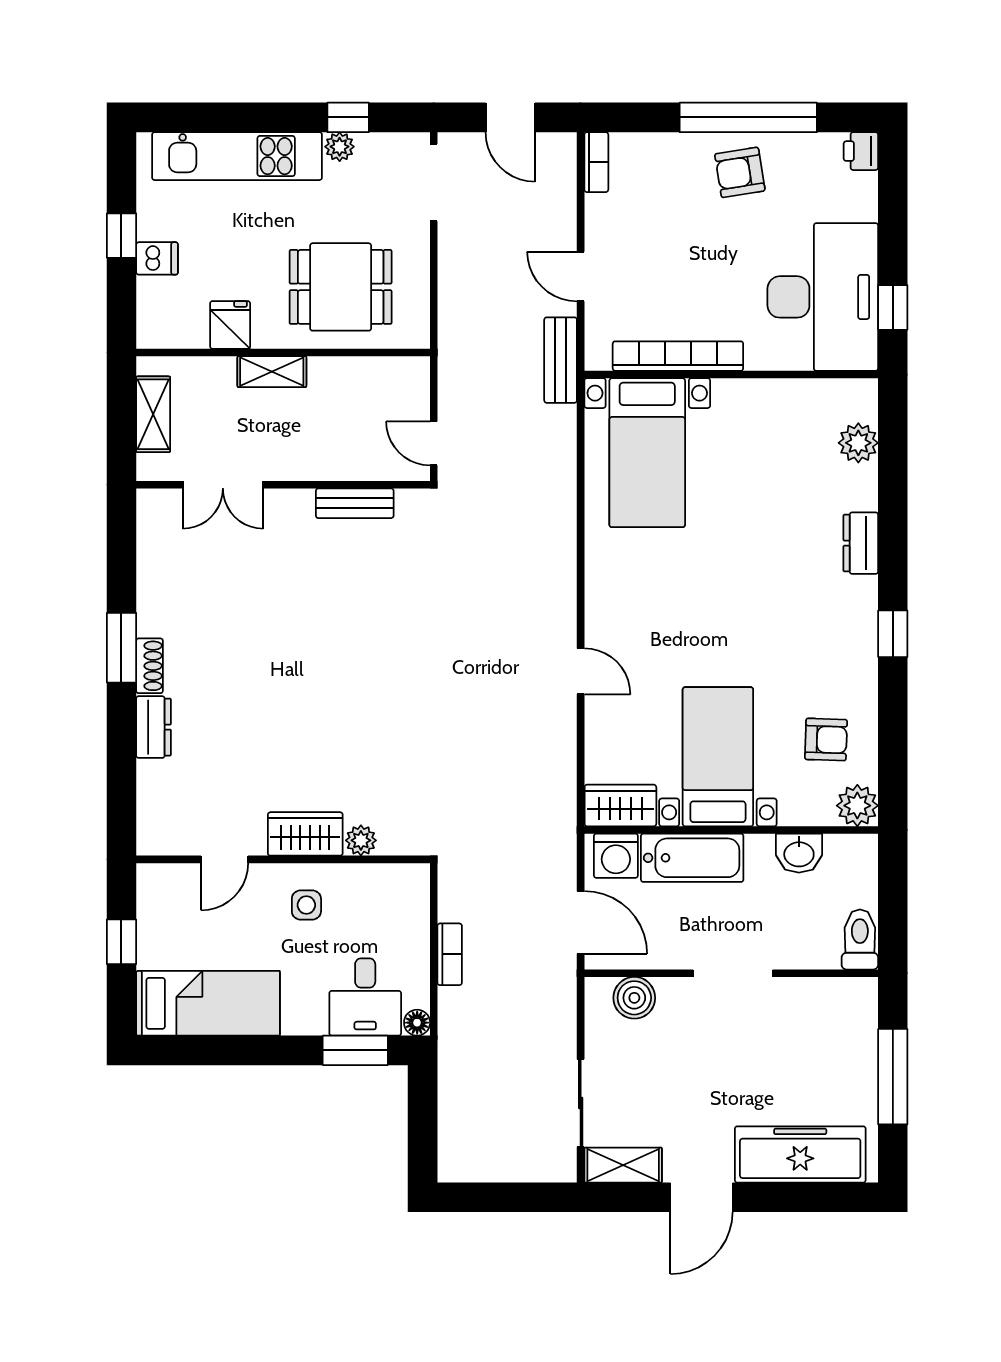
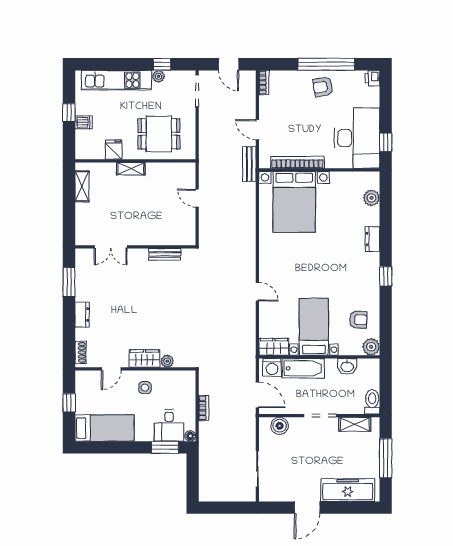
bed with nightstands: (647, 453) -> (294, 202), width x1.36
double door: (223, 485) -> (111, 247), moved
wall: (283, 485) -> (135, 247), moved
bench: (355, 503) -> (165, 254), moved
shoe rack: (150, 666) -> (80, 352), moved
shelving: (623, 1165) -> (355, 424), moved

